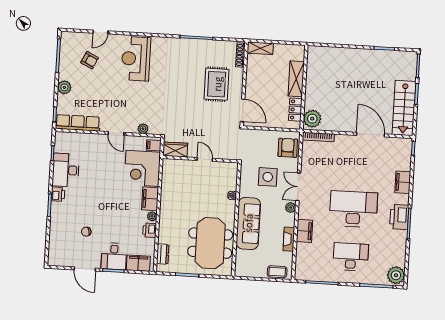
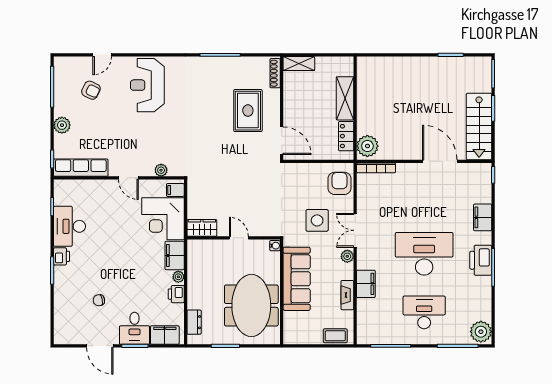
wardrobe: (175, 149) -> (202, 228), moved
wall: (201, 159) -> (234, 238), moved
door: (205, 159) -> (239, 238), moved

